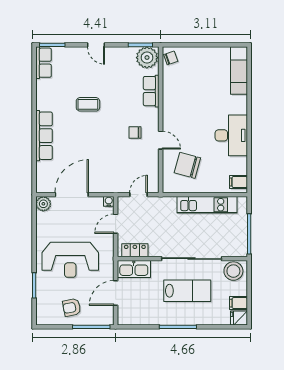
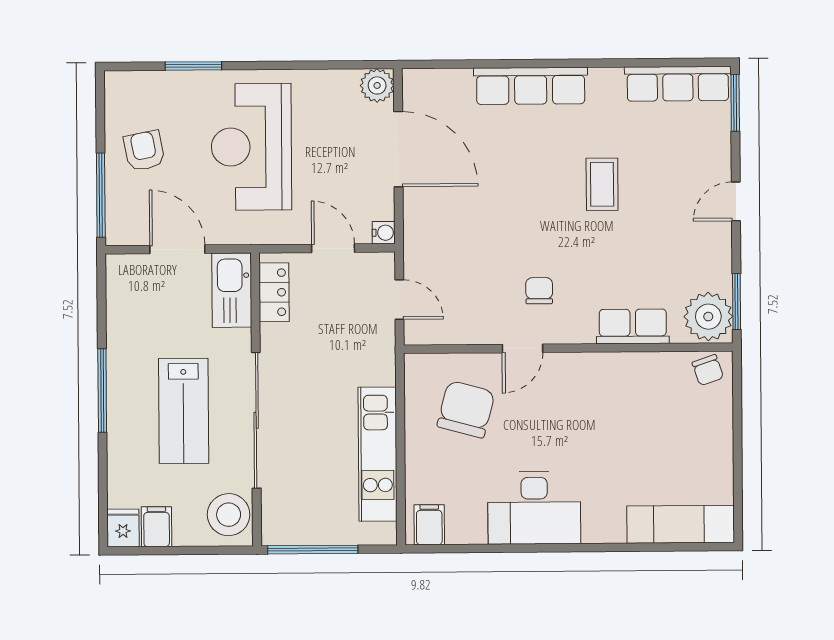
row of seats: (44, 63) -> (678, 84), width x1.48

